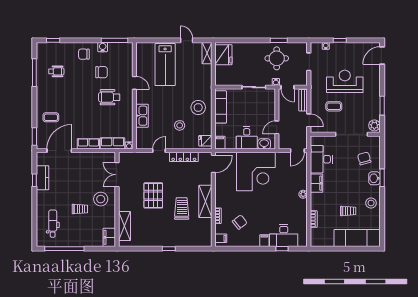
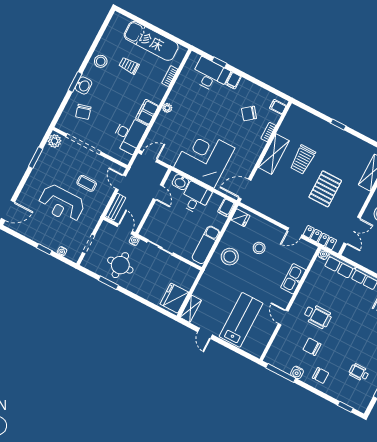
door: (277, 127) -> (158, 192), hinge flipped
locker: (184, 157) -> (320, 238), moved
exam couch: (357, 238) -> (151, 41), moved

